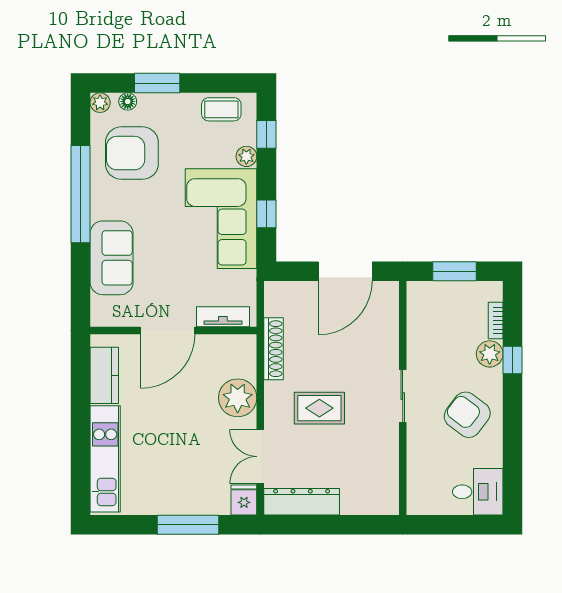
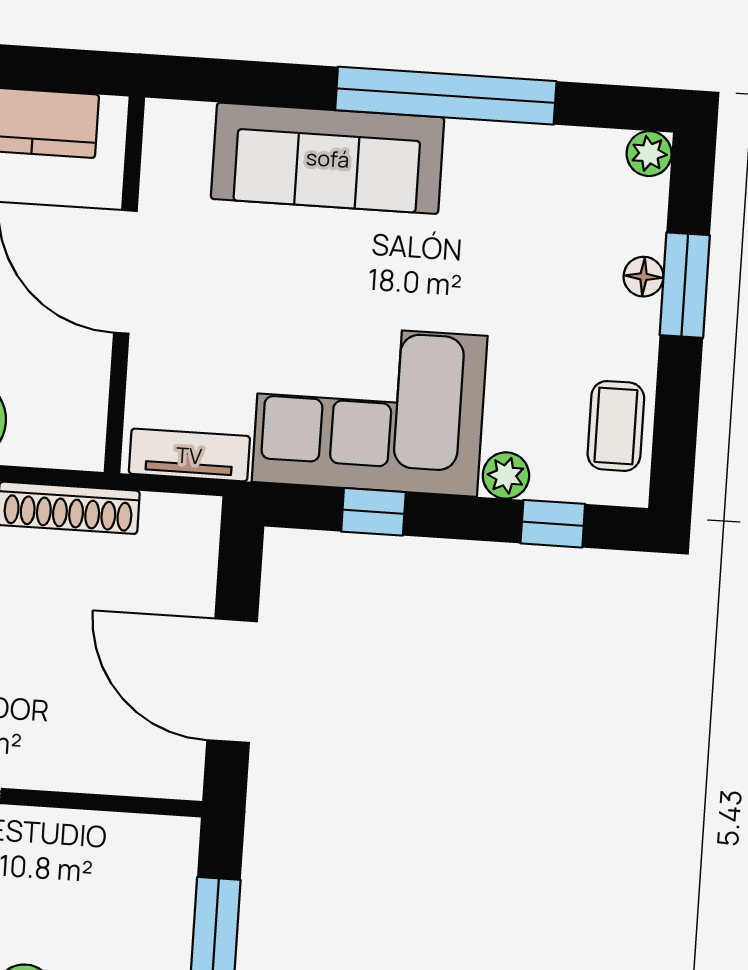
floor lamp: (128, 101) -> (643, 277), moved
armchair: (132, 153) -> (531, 218), removed
sofa: (112, 258) -> (328, 158), width x1.36
tv unit: (223, 317) -> (189, 455), moved, turned -90

